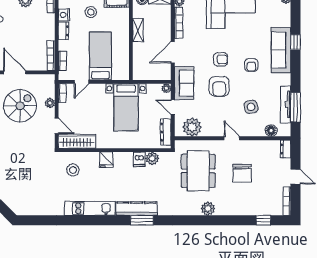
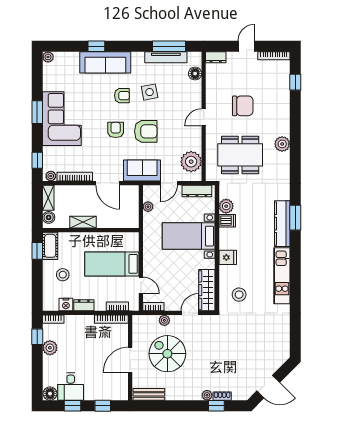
plant: (166, 88) -> (148, 207), moved
bed with nightstands: (126, 107) -> (189, 236), moved, turned 180
side table: (251, 107) -> (150, 92), moved

